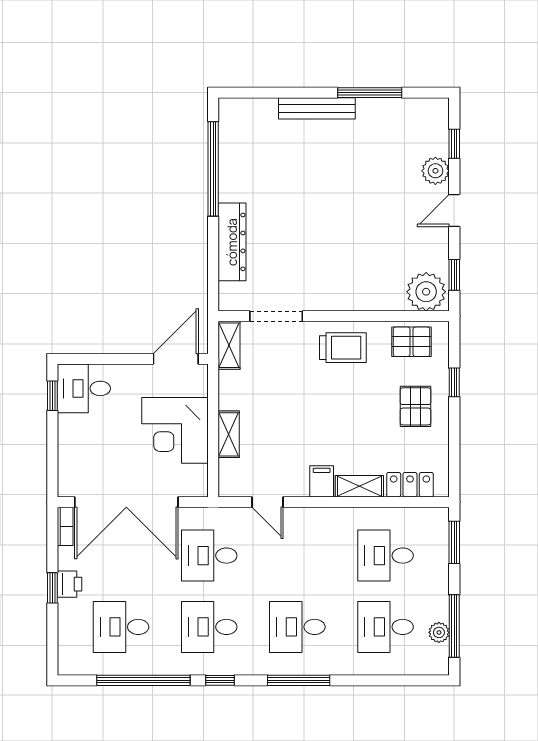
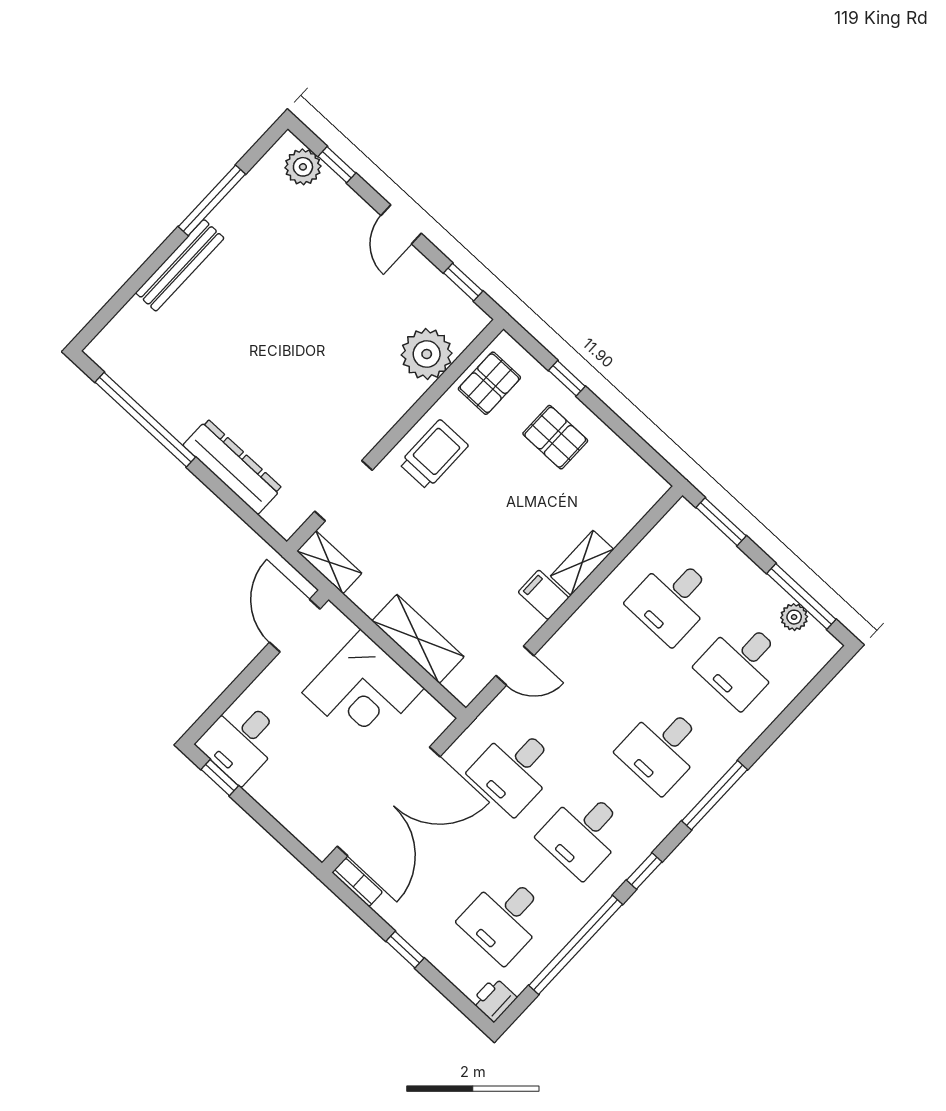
plant: (435, 171) -> (303, 167), moved
plant: (426, 292) -> (427, 354), moved
shelving: (229, 434) -> (418, 639), width x1.50, depth x1.33
locker: (410, 485) -> (626, 513), removed
printer: (69, 584) -> (494, 999), moved, turned -90

